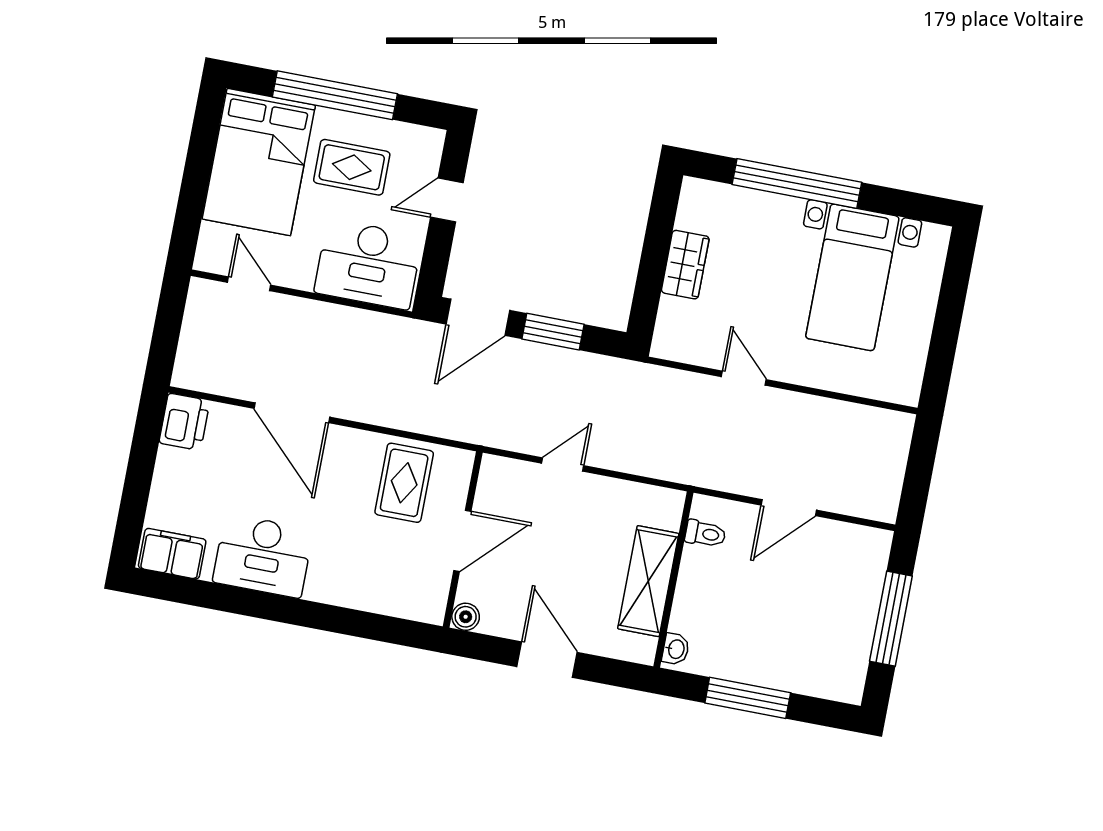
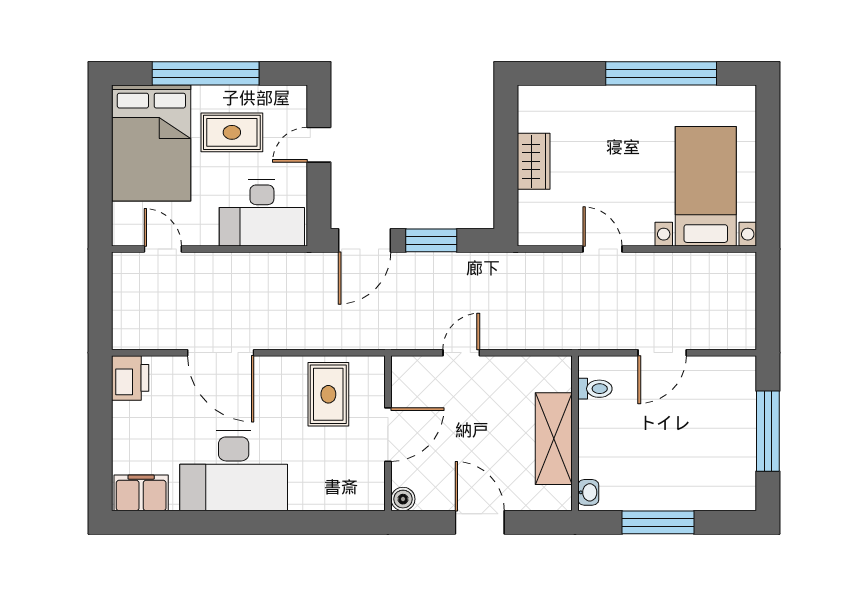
window: (797, 183) -> (661, 73), moved
bed with nightstands: (852, 277) -> (706, 186), moved, turned 180
desk: (263, 556) -> (234, 471), width x1.36, depth x1.30

